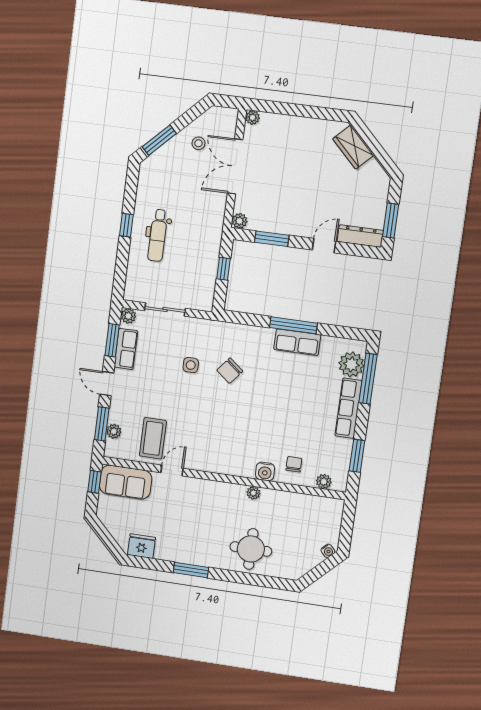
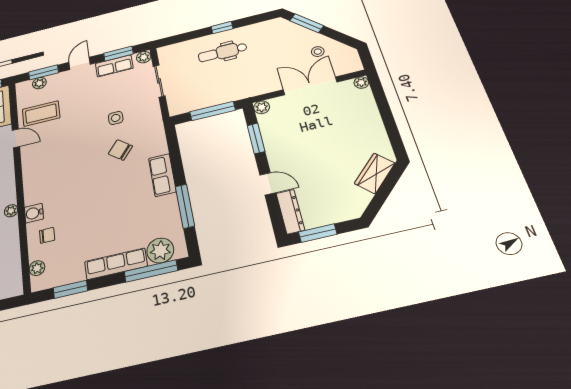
window: (224, 269) -> (213, 111), width x2.17
window: (294, 325) -> (185, 206), moved
row of seats: (297, 342) -> (162, 175), moved

